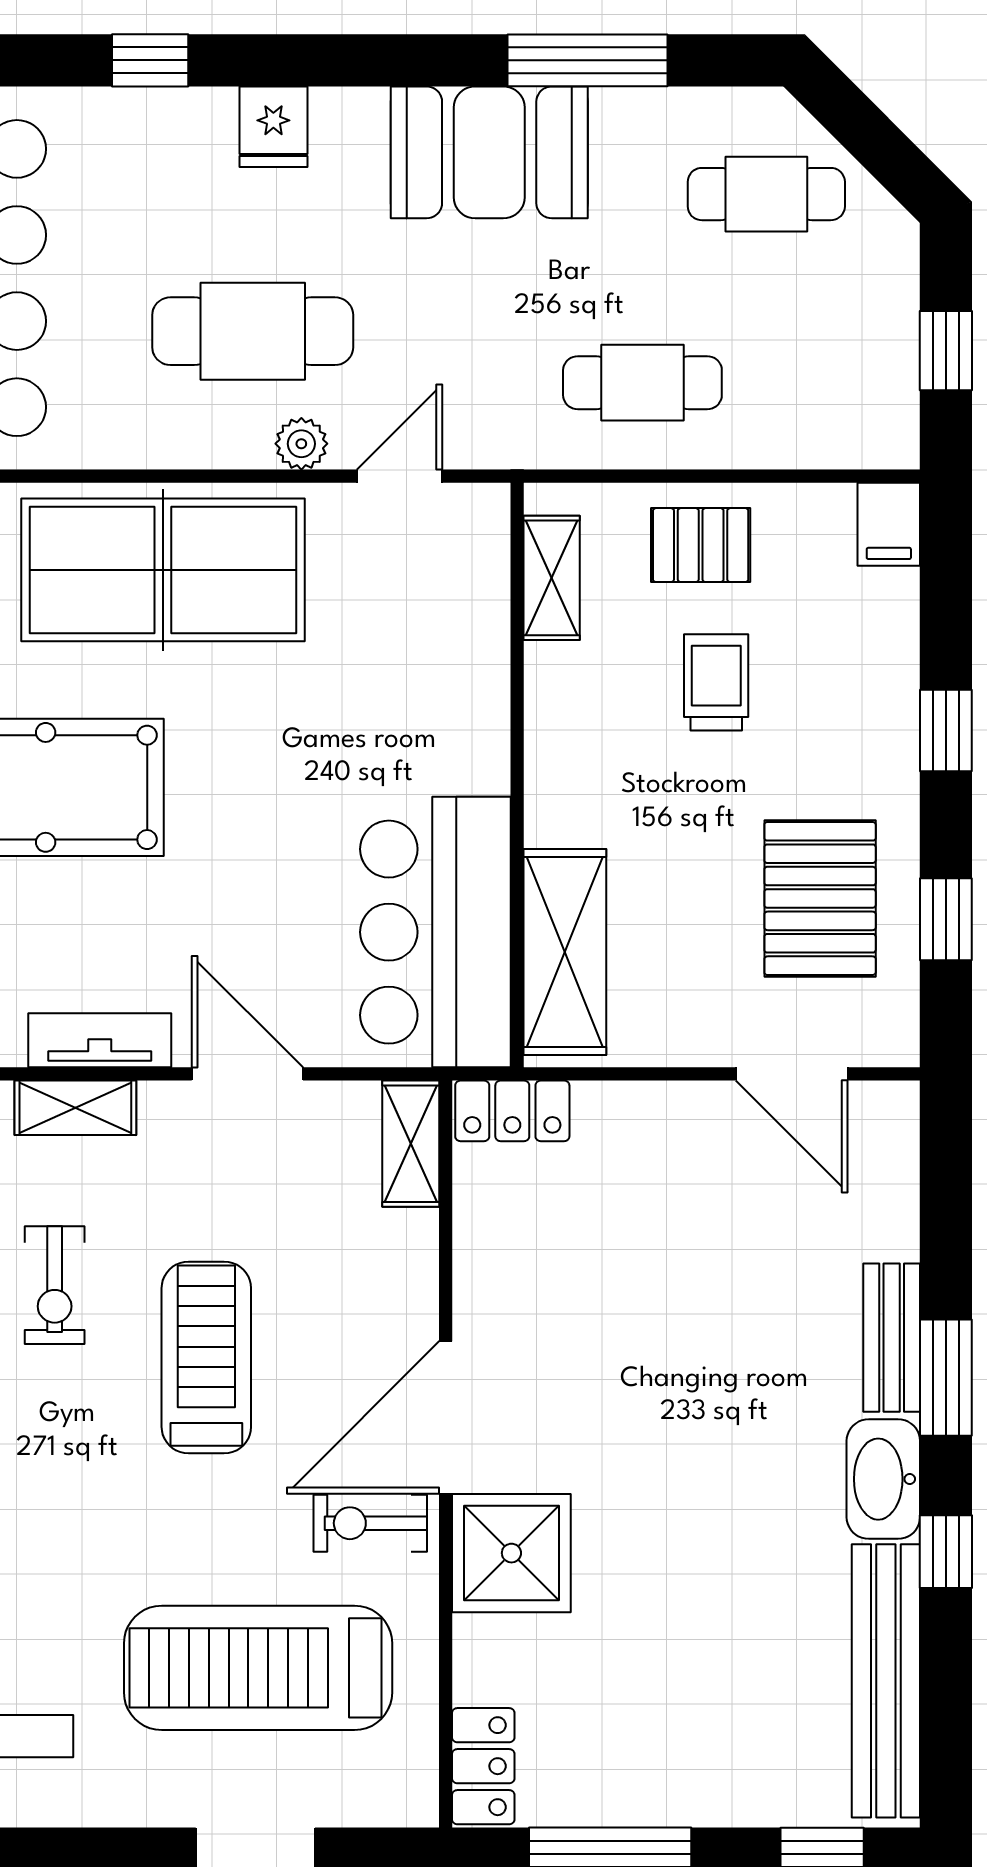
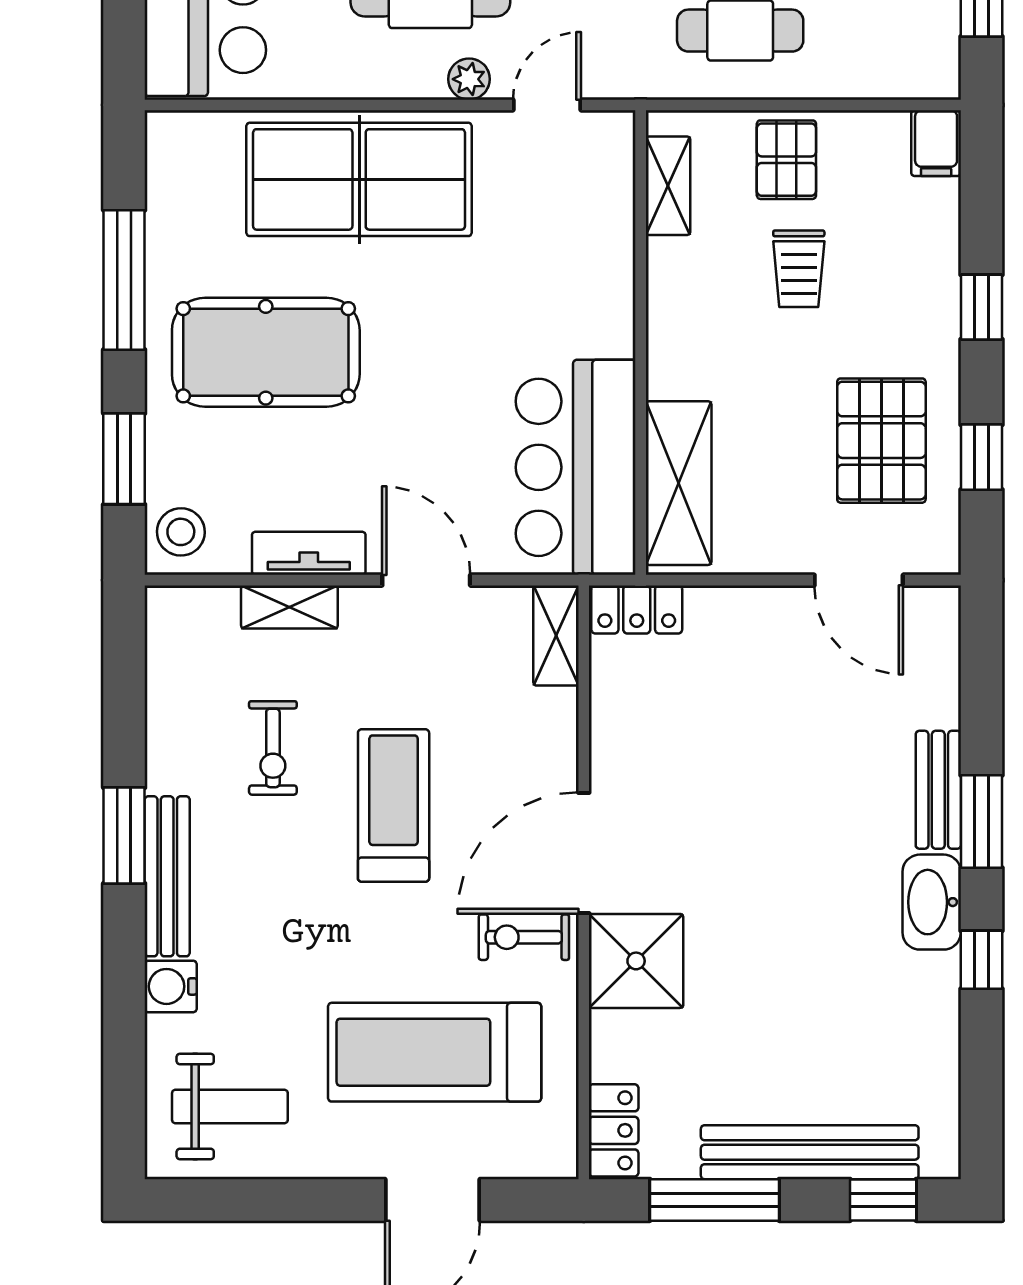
pallet: (701, 545) -> (786, 160), turned 90
trolley: (716, 682) -> (799, 269), turned 180
bench: (886, 1681) -> (810, 1152), moved, turned 90

